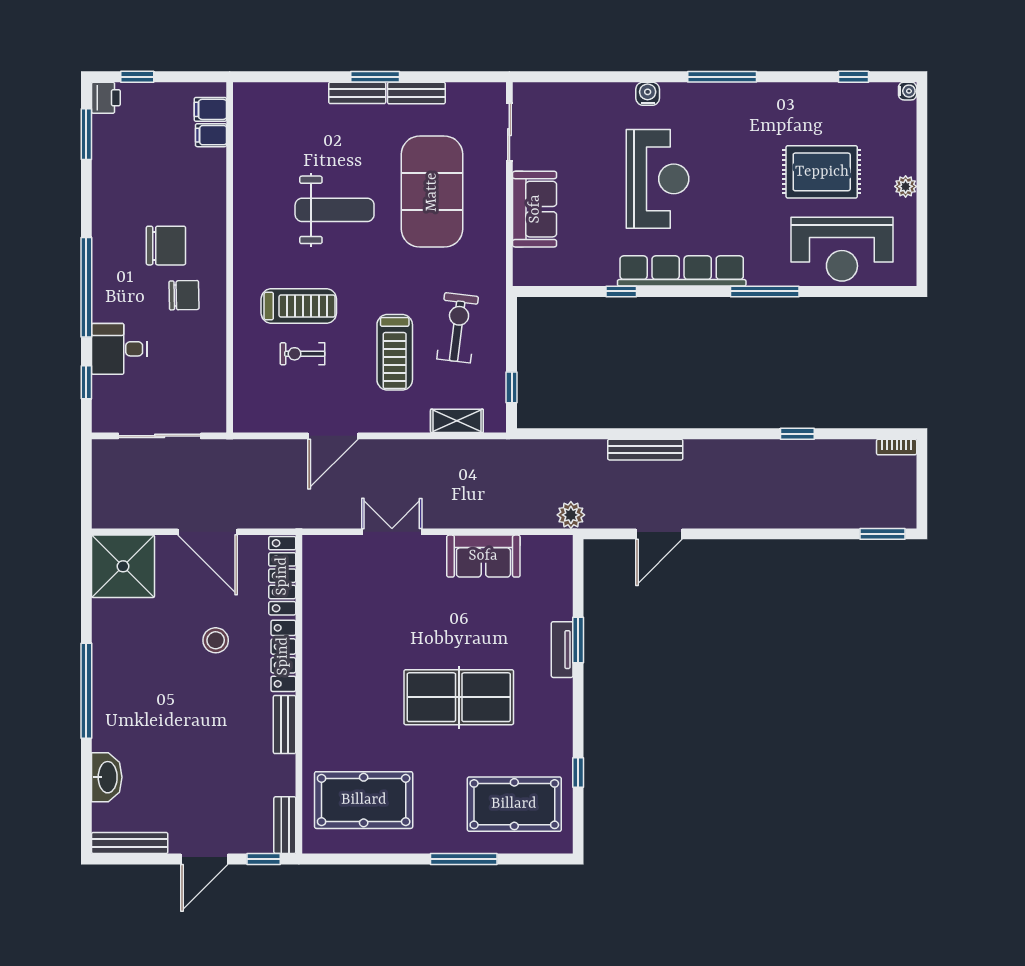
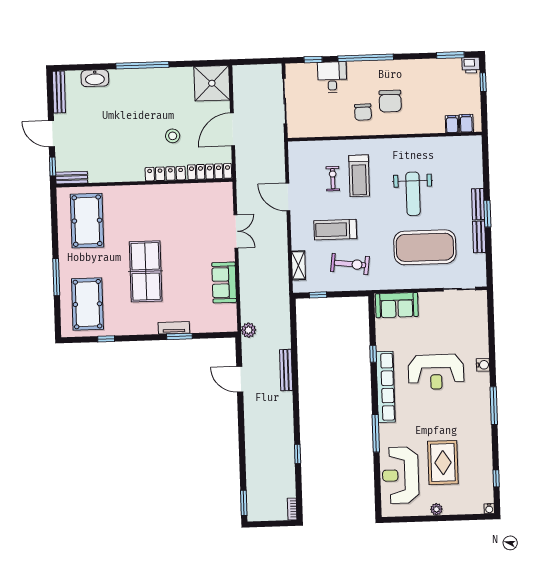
sofa: (535, 209) -> (397, 305), moved
bench: (285, 725) -> (127, 176), removed

